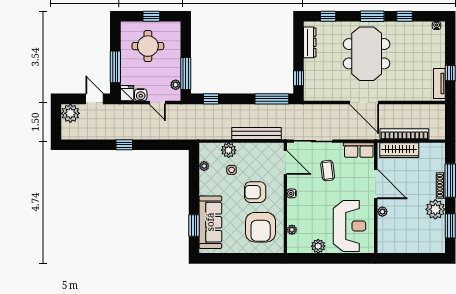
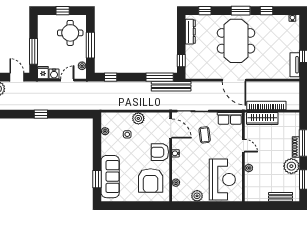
round table: (148, 46) -> (70, 33), moved
window: (186, 74) -> (90, 45), moved
door: (157, 102) -> (67, 80), swing flipped
bench: (257, 134) -> (171, 86), moved
plant: (229, 150) -> (138, 118), moved
door: (376, 184) -> (243, 146), width x0.53
armchair: (255, 192) -> (160, 152), moved
bench: (422, 248) -> (281, 197), added

